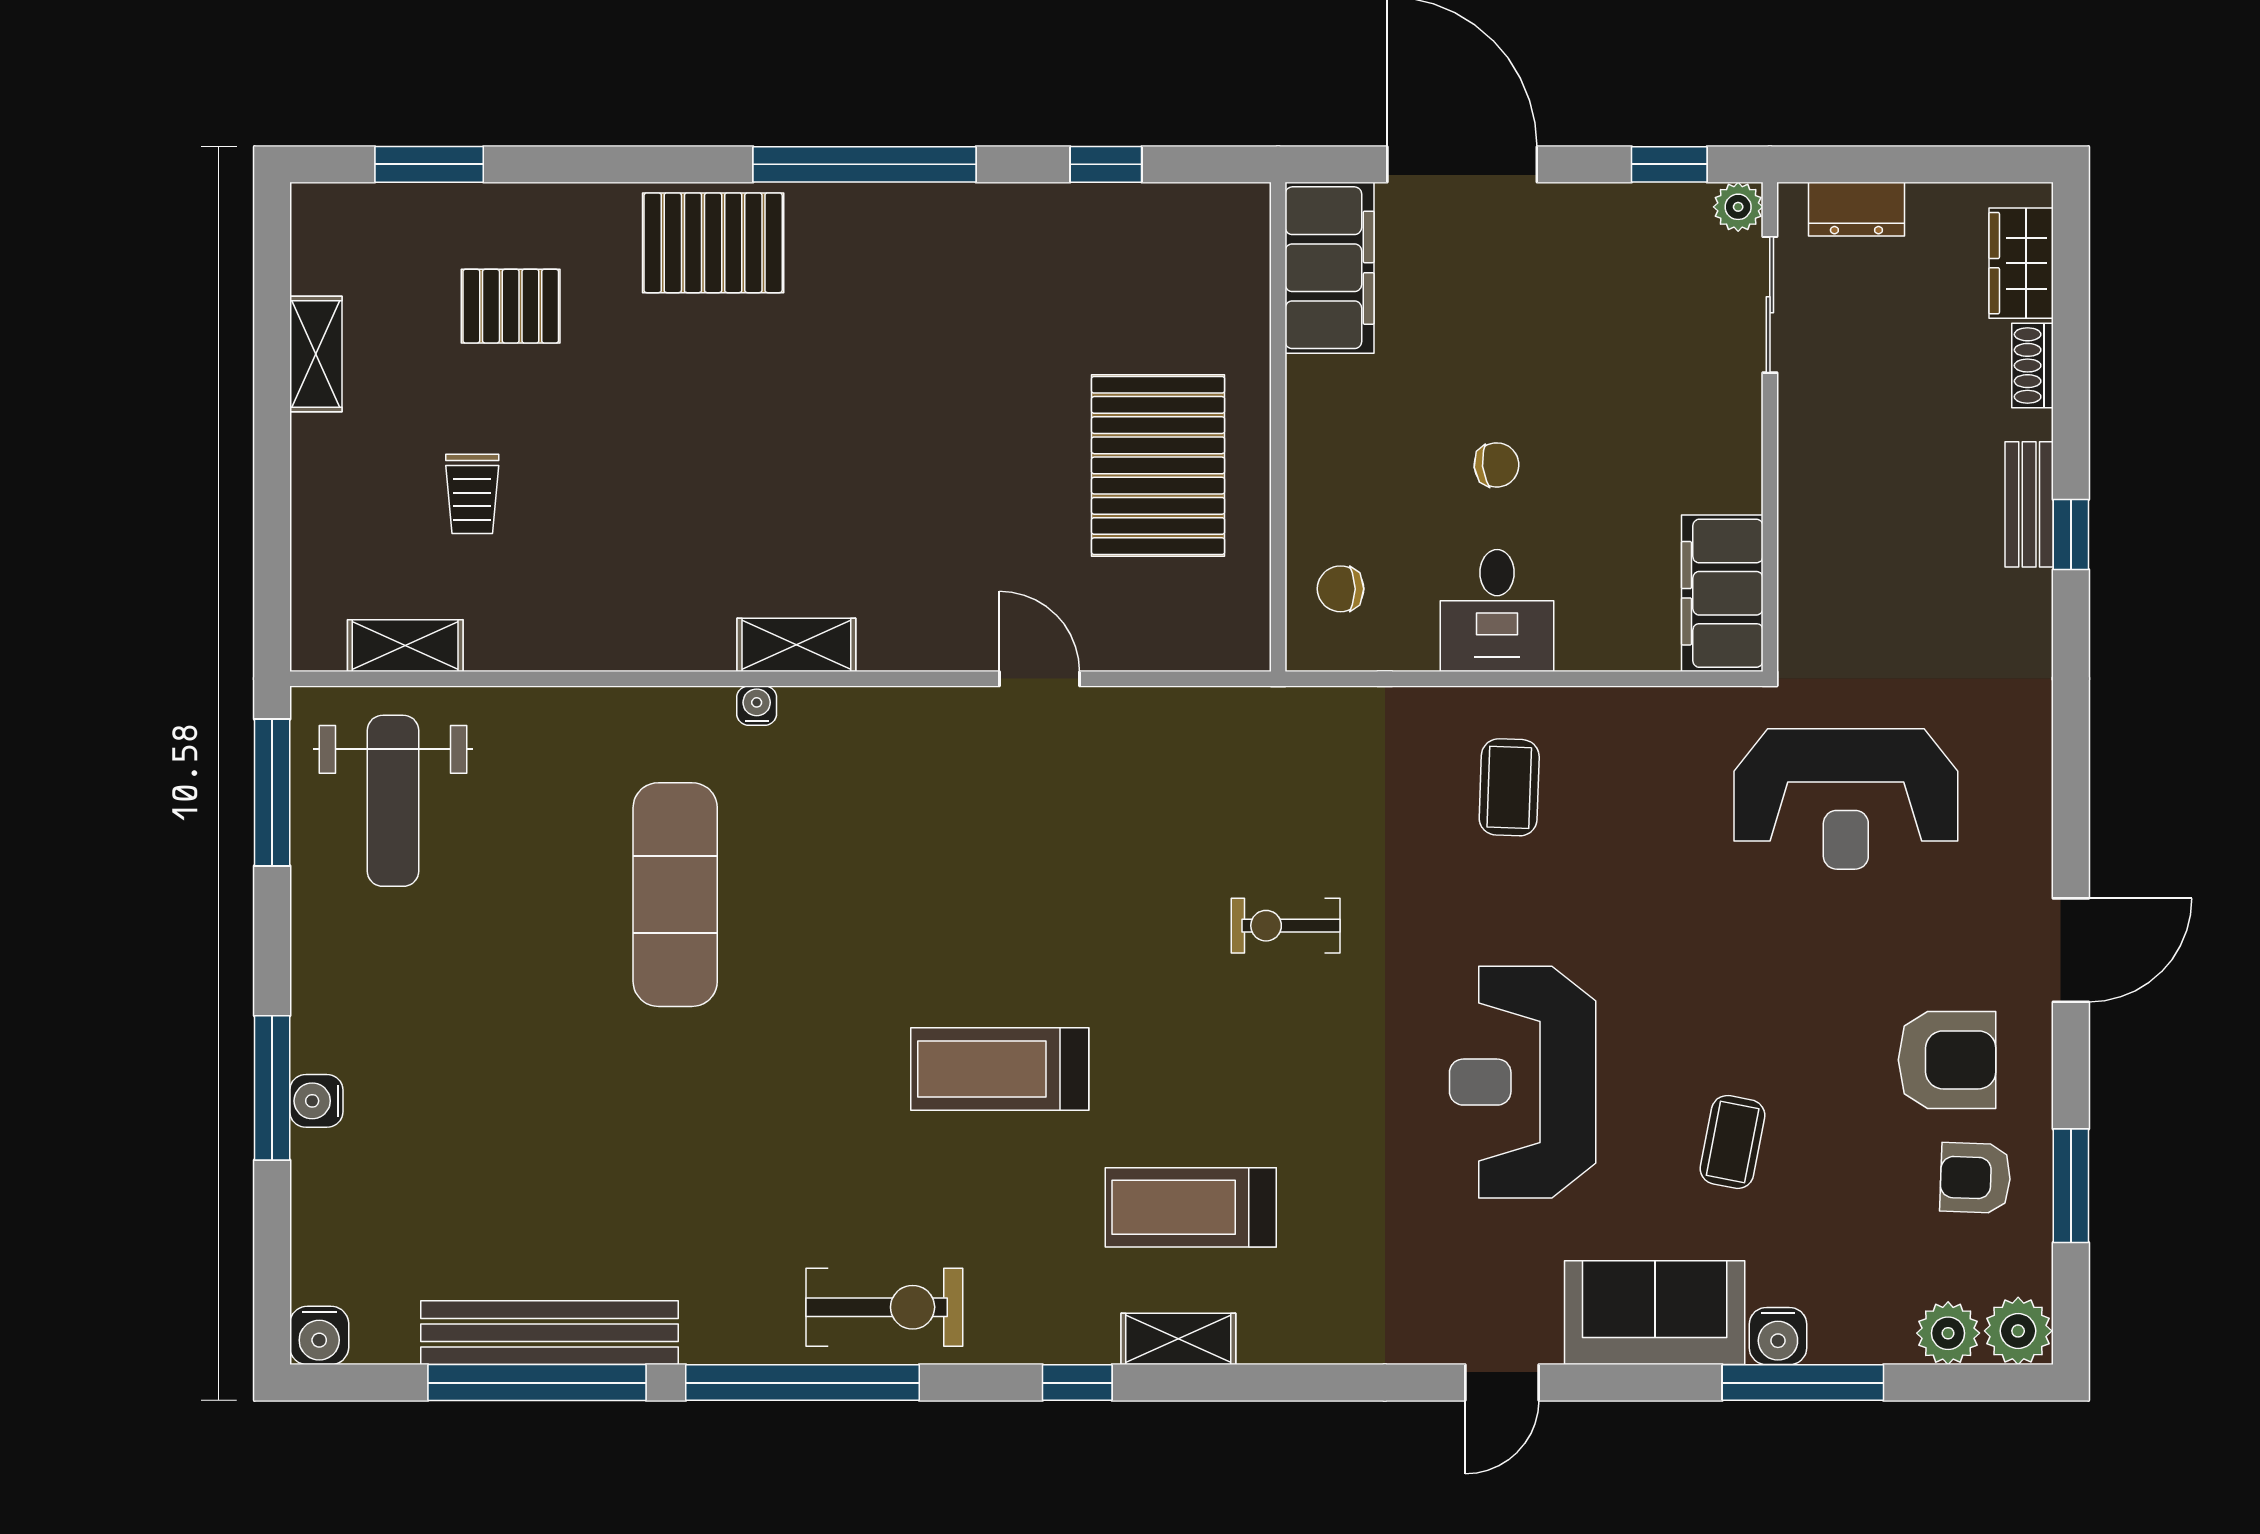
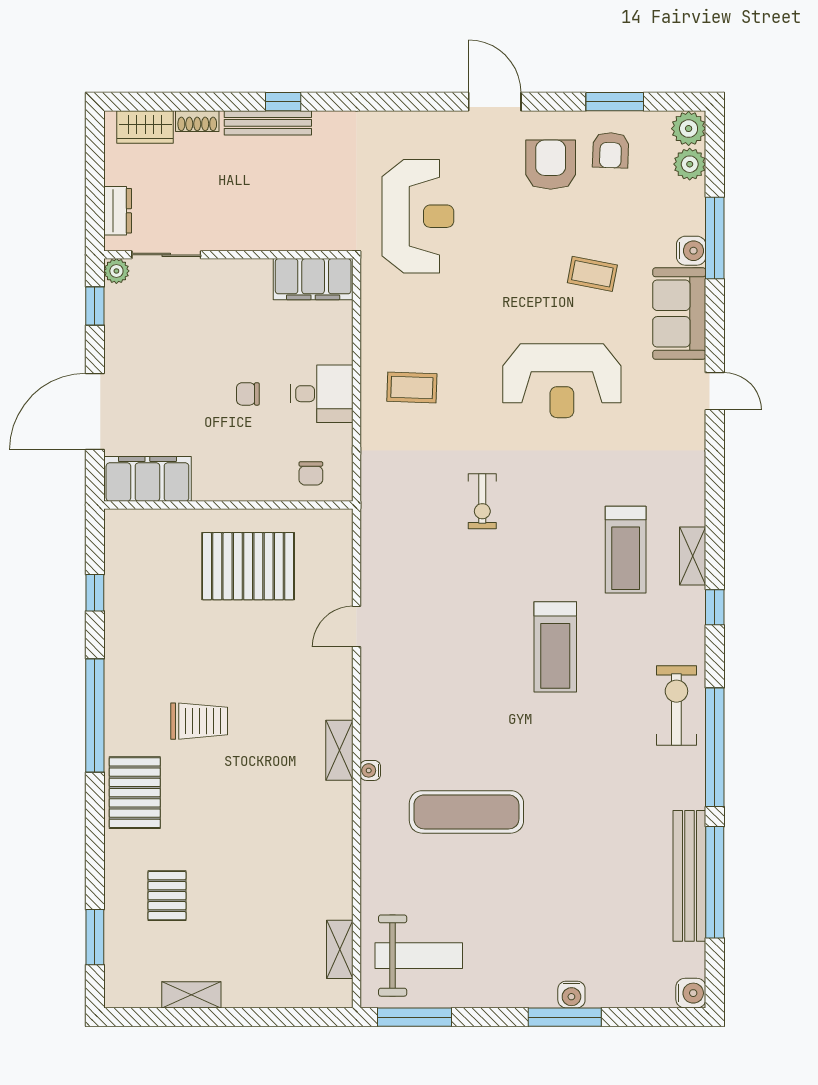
chair: (1496, 465) -> (248, 394), turned -84
trolley: (472, 494) -> (199, 721), moved, width x1.36, depth x1.39
bench: (2029, 504) -> (268, 123), width x1.36

